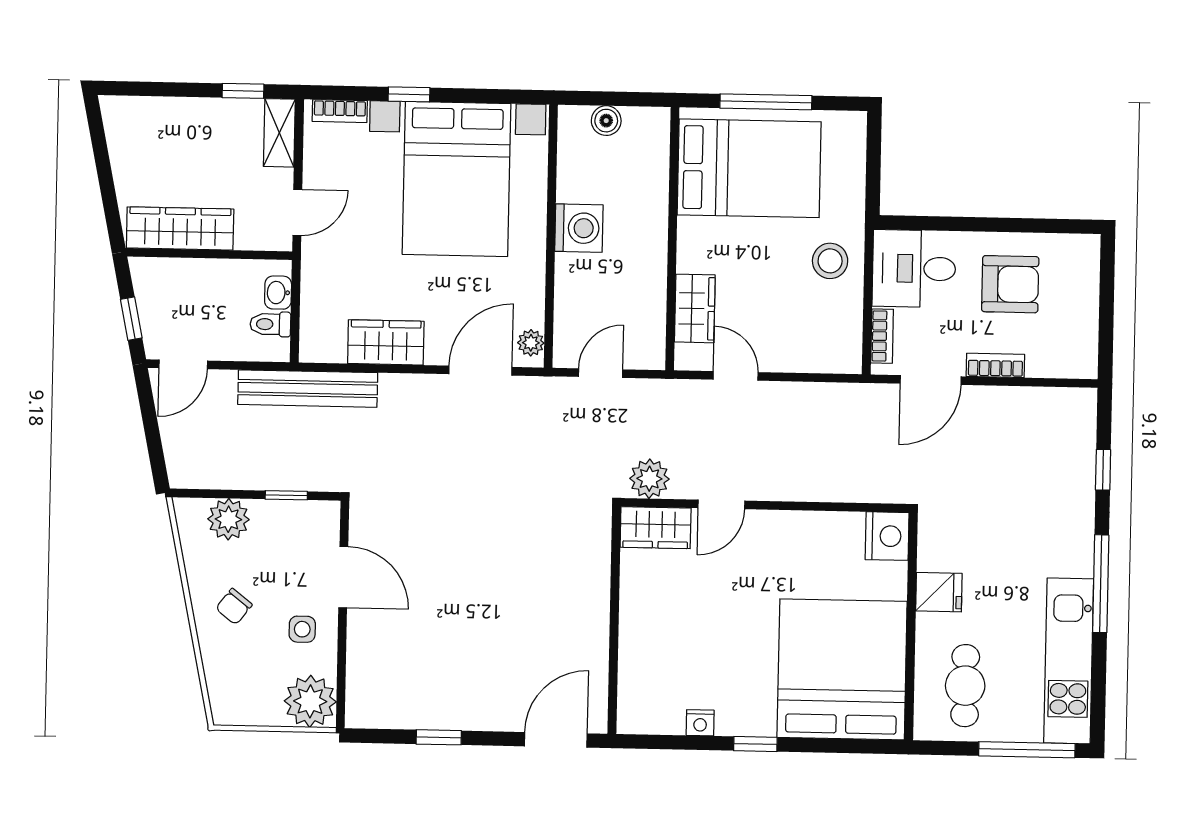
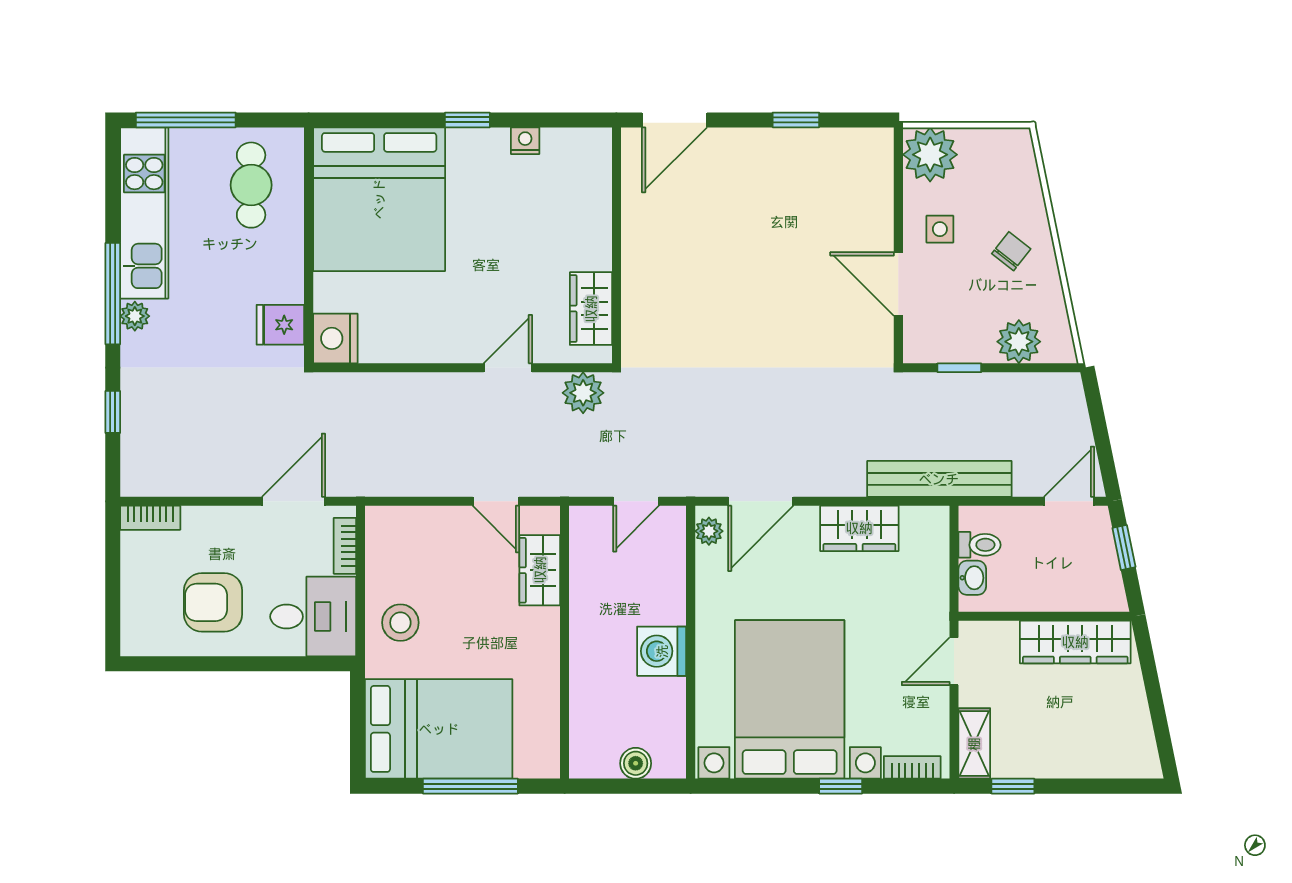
bed: (749, 168) -> (439, 729), moved, turned 180
bookcase: (995, 365) -> (150, 518), moved
wardrobe: (656, 528) -> (591, 309), moved, turned -90
plant: (1080, 562) -> (135, 316), added
fridge: (939, 592) -> (280, 325), moved

